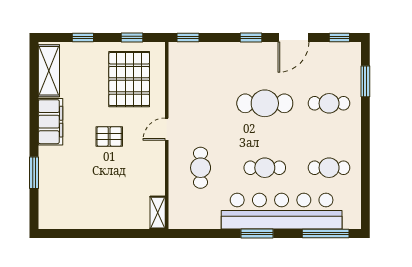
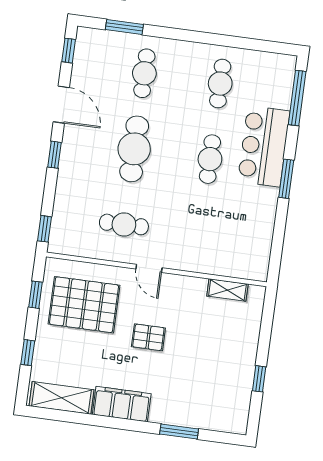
pallet: (109, 136) -> (148, 337), turned 90
cafe table: (201, 168) -> (124, 224), moved
bar counter: (282, 211) -> (264, 146), width x0.54
shelving: (158, 213) -> (227, 290), moved
window: (87, 234) -> (259, 379), added

